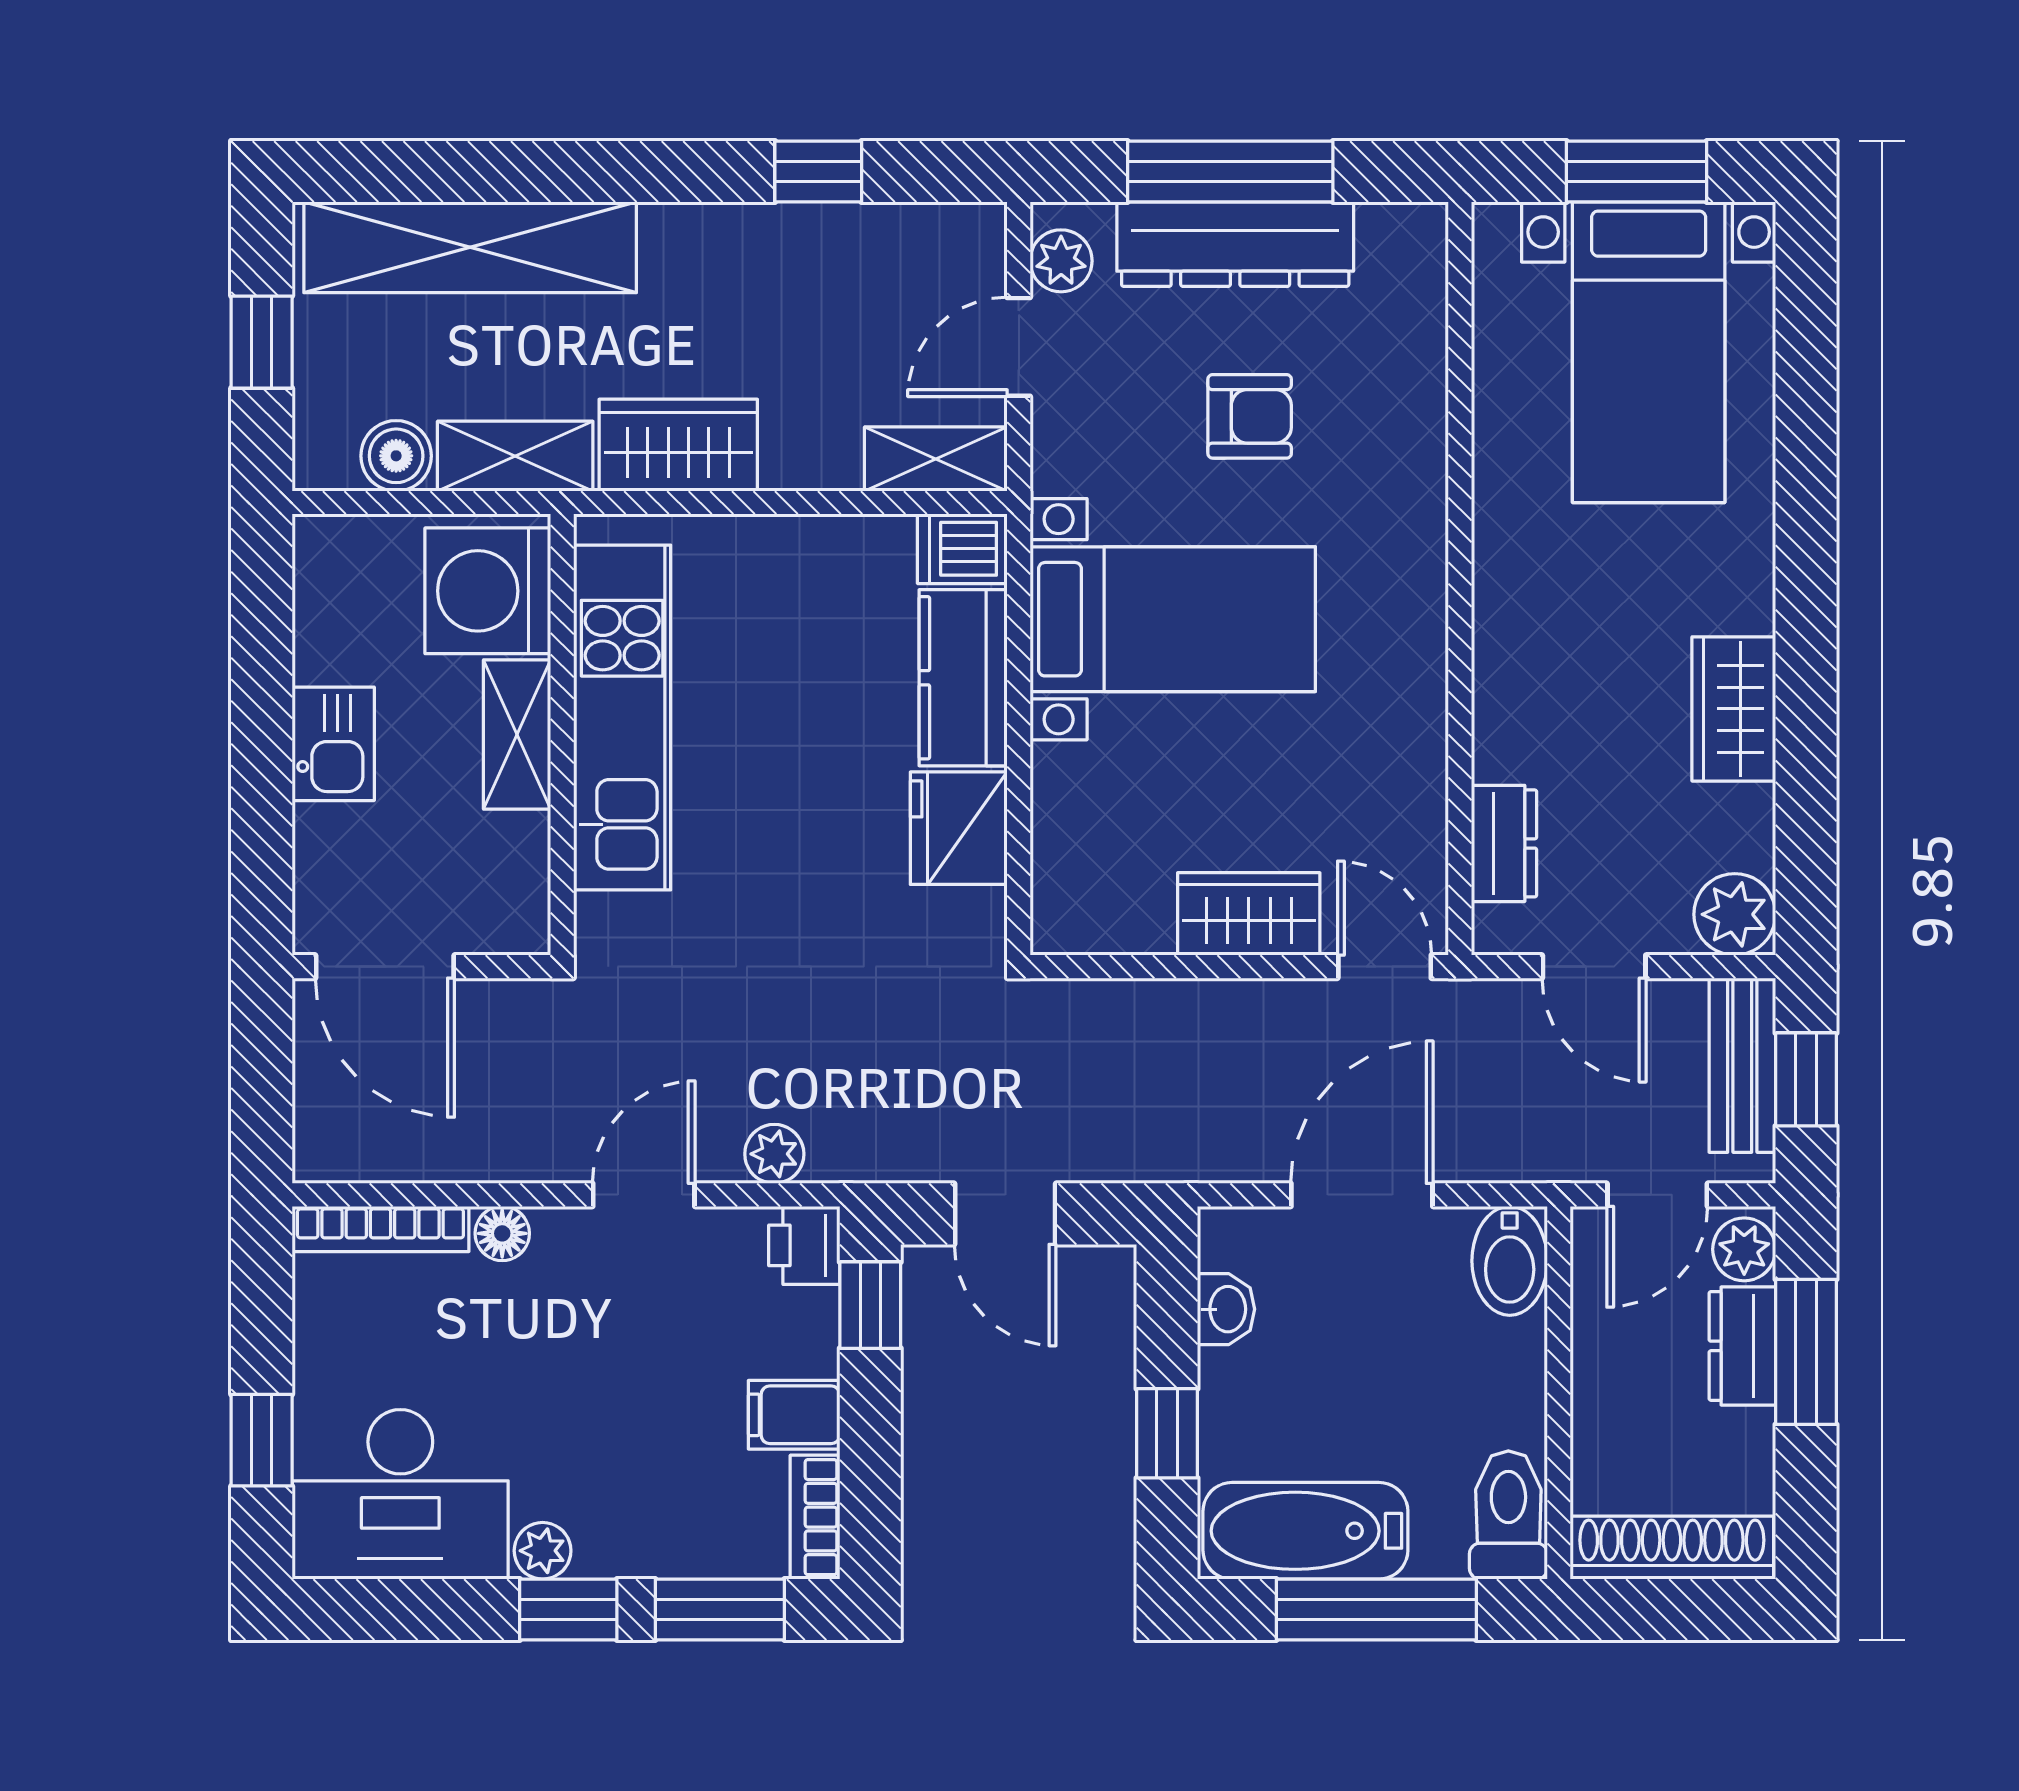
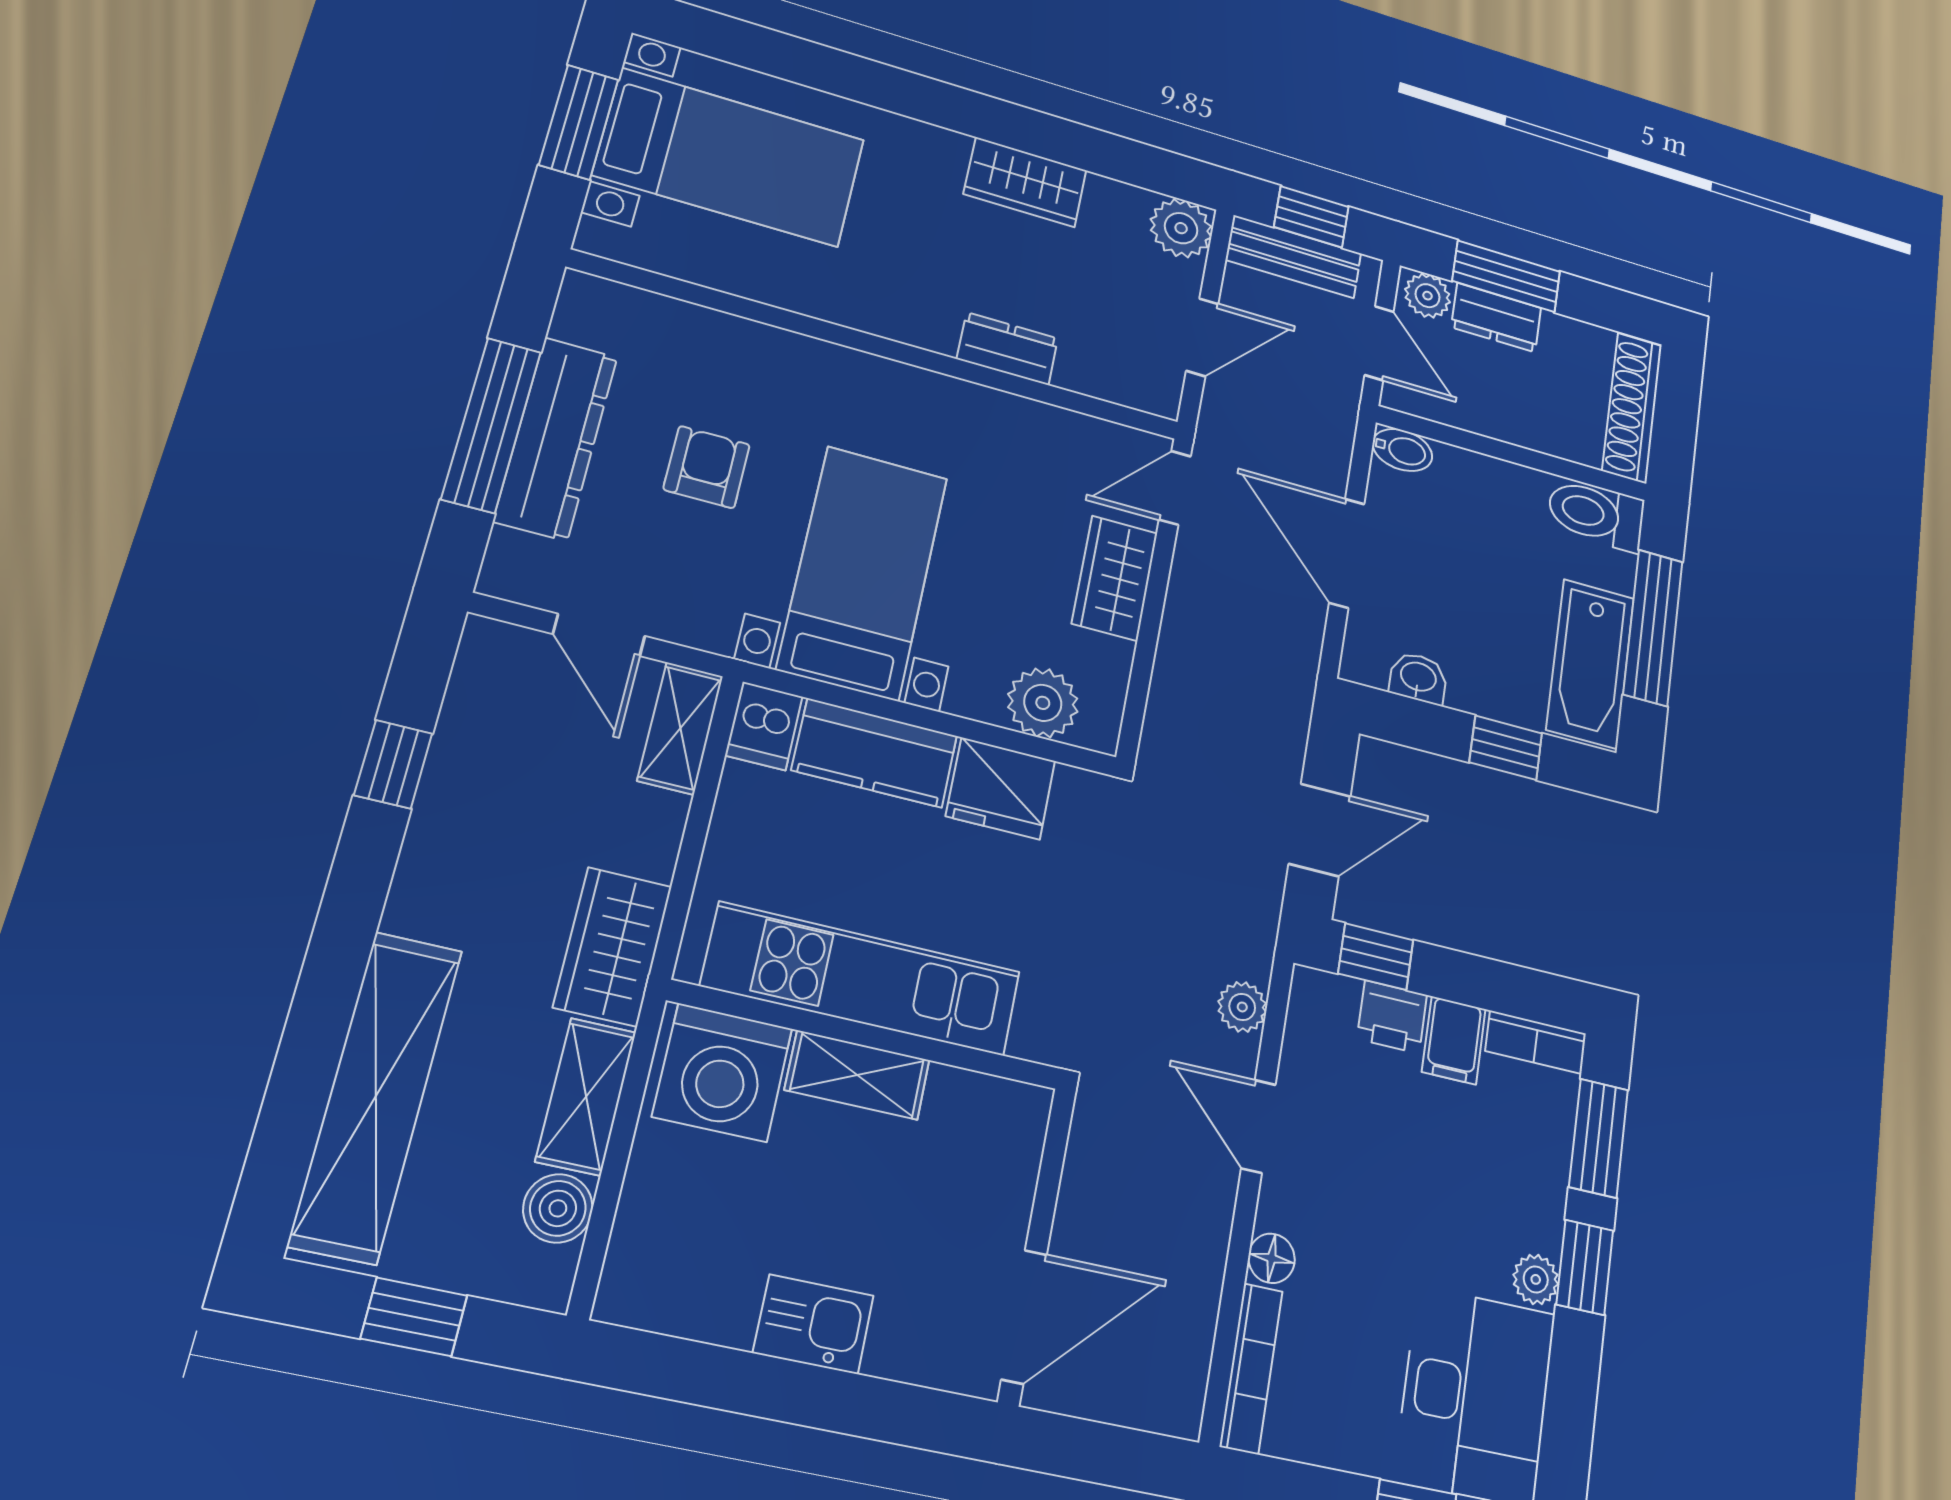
plant: (1061, 261) -> (1043, 703), moved, width x1.38, depth x1.38
washing machine: (488, 591) -> (723, 1072), moved
kitchen unit: (622, 717) -> (862, 979), moved
shelving: (517, 734) -> (857, 1075), moved
wall: (562, 735) -> (866, 1035), moved
dresser: (1504, 843) -> (1008, 349), moved
printer: (804, 1245) -> (1392, 1017), moved
bidet: (1510, 1261) -> (1402, 450), width x0.72, depth x0.74

